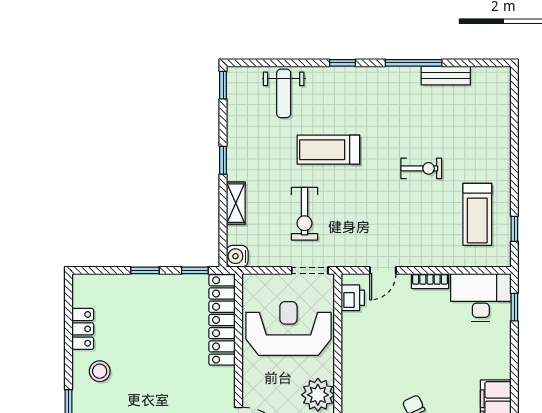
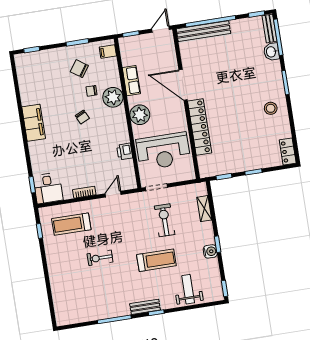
bench: (446, 76) -> (145, 307), moved
shelving: (236, 203) -> (204, 209), moved
treadmill: (477, 214) -> (71, 224), moved, turned -90
water cooler: (237, 256) -> (210, 251), moved
desk: (481, 297) -> (48, 188), width x0.73
printer: (353, 298) -> (125, 152), moved
locker: (222, 320) -> (200, 127), moved
locker: (83, 329) -> (288, 151), moved

